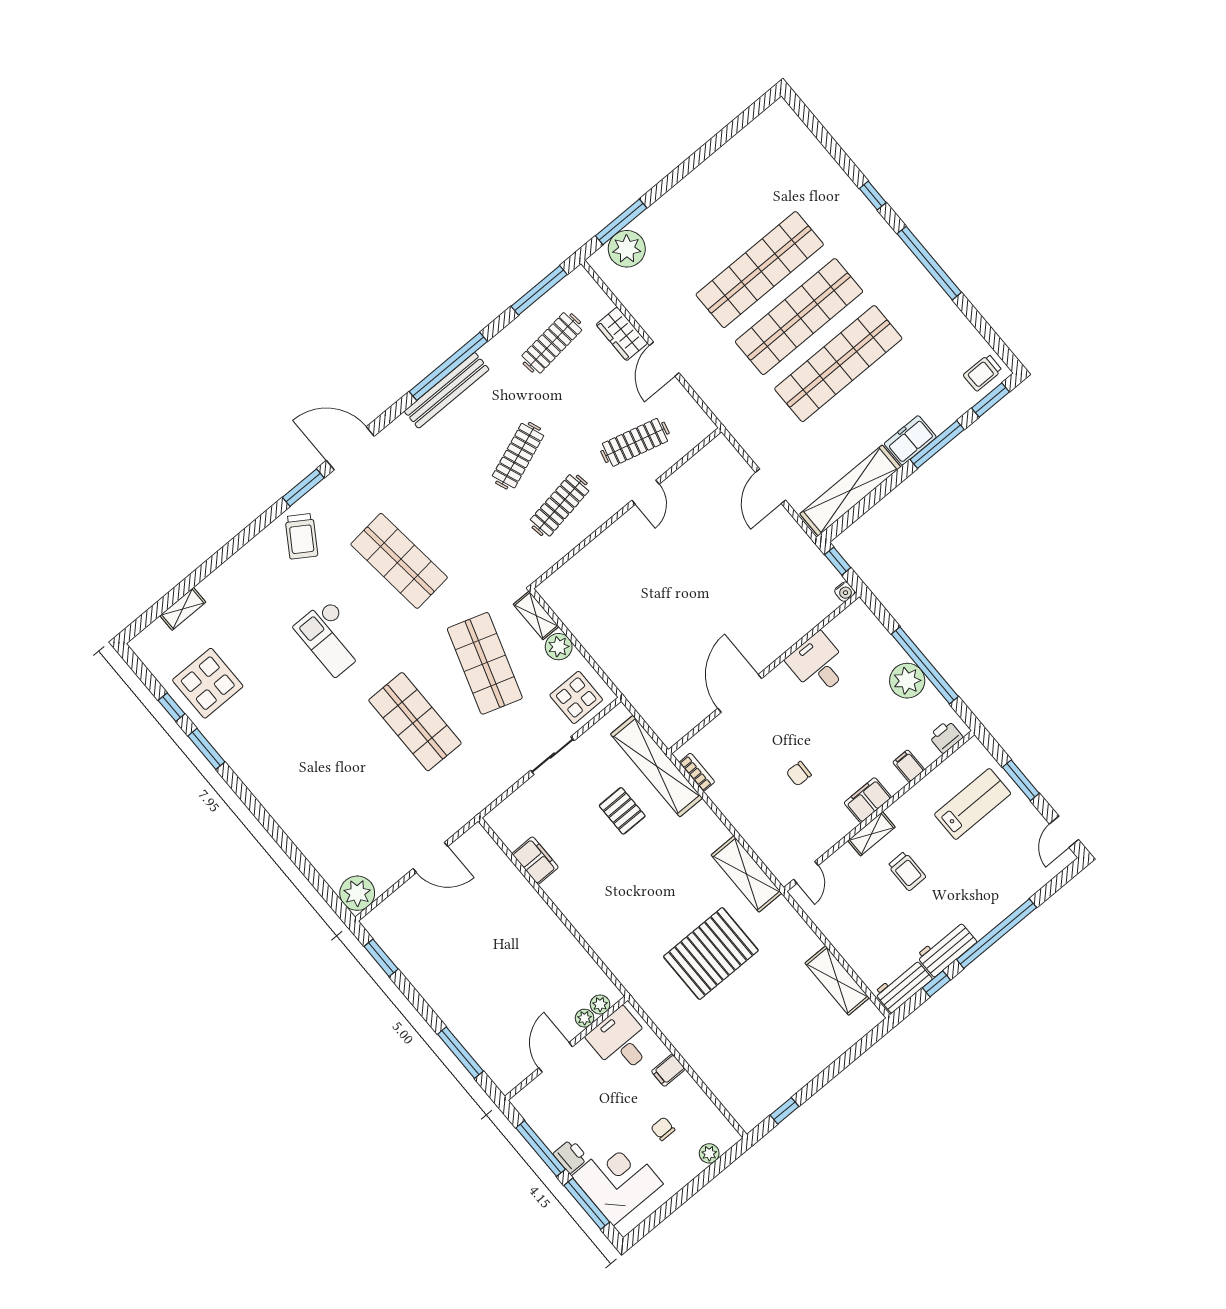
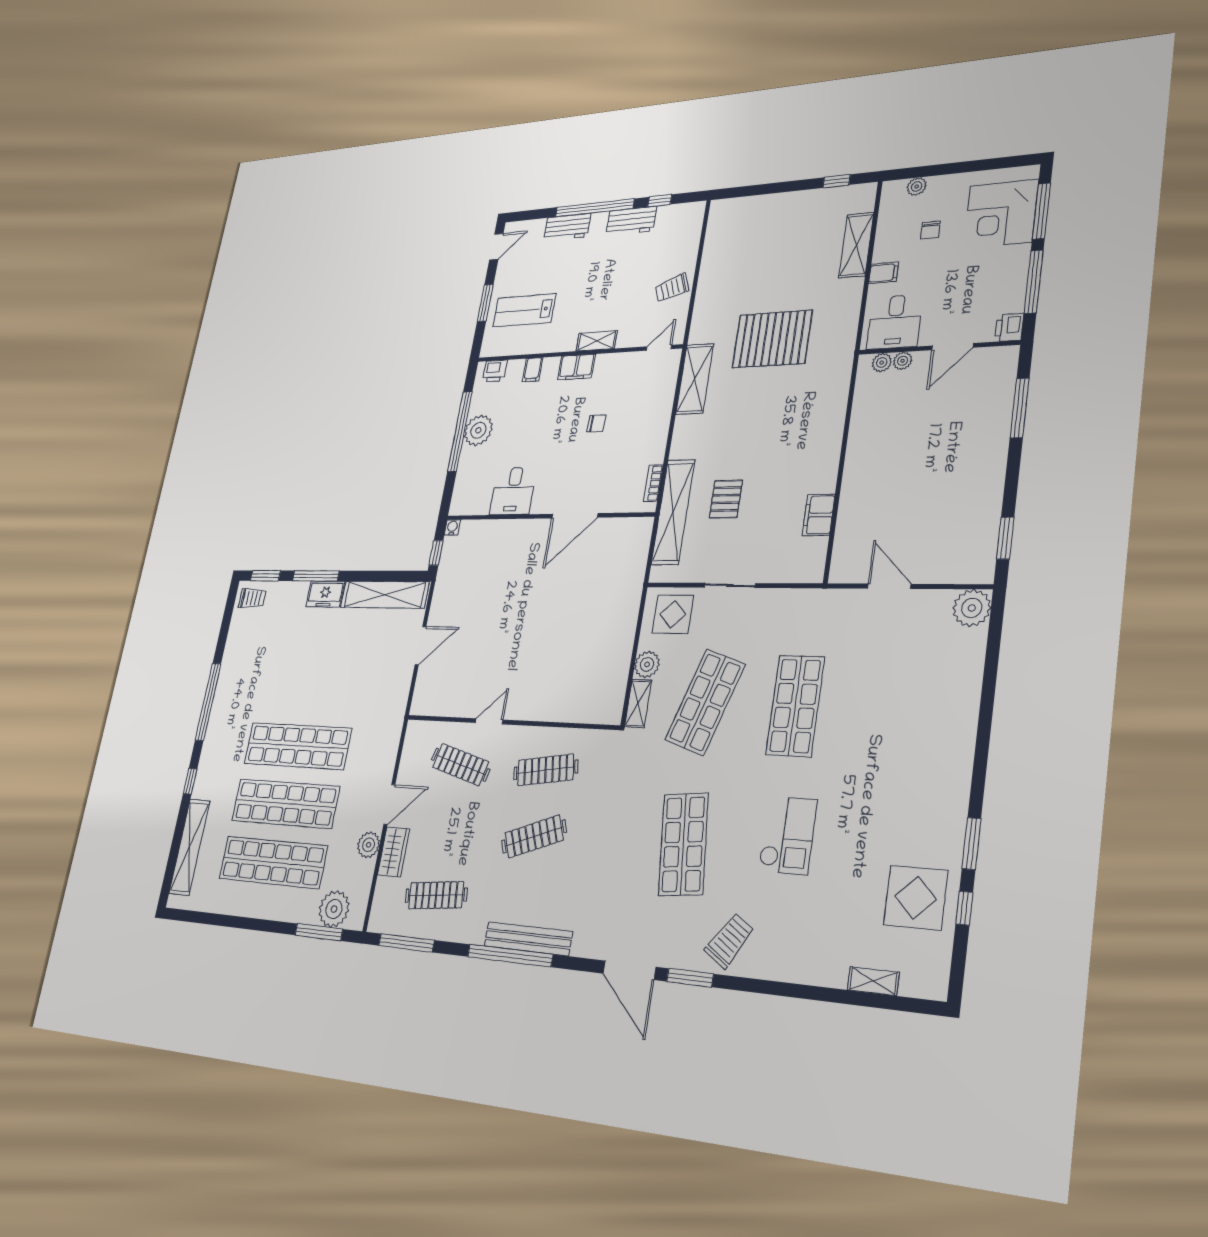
shelving: (813, 155) -> (190, 847), added
plant: (649, 317) -> (369, 845), added
shop shelf: (838, 364) -> (273, 862), moved
trolley: (907, 871) -> (672, 288), moved, turned -110
shelving: (837, 980) -> (856, 245), moved
workbench: (903, 986) -> (567, 227), moved
printer: (571, 1156) -> (1009, 327), moved

